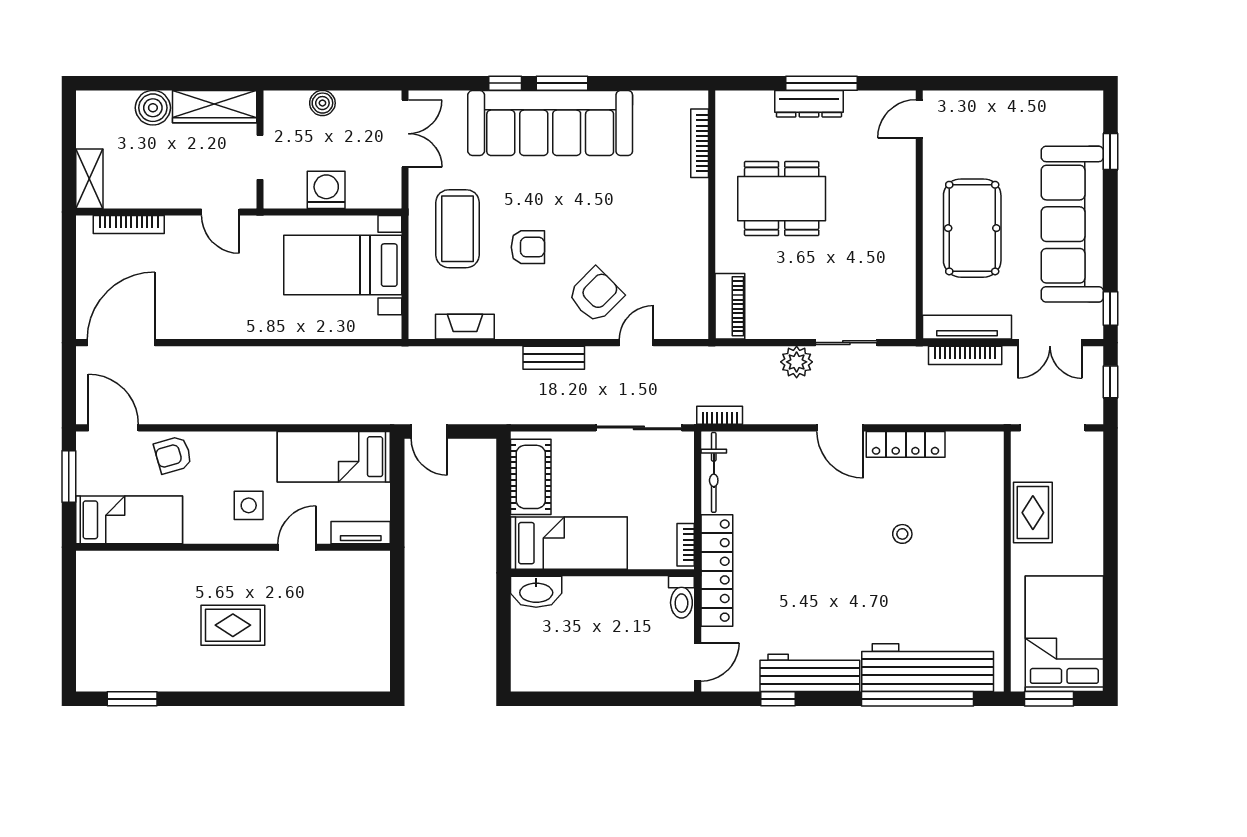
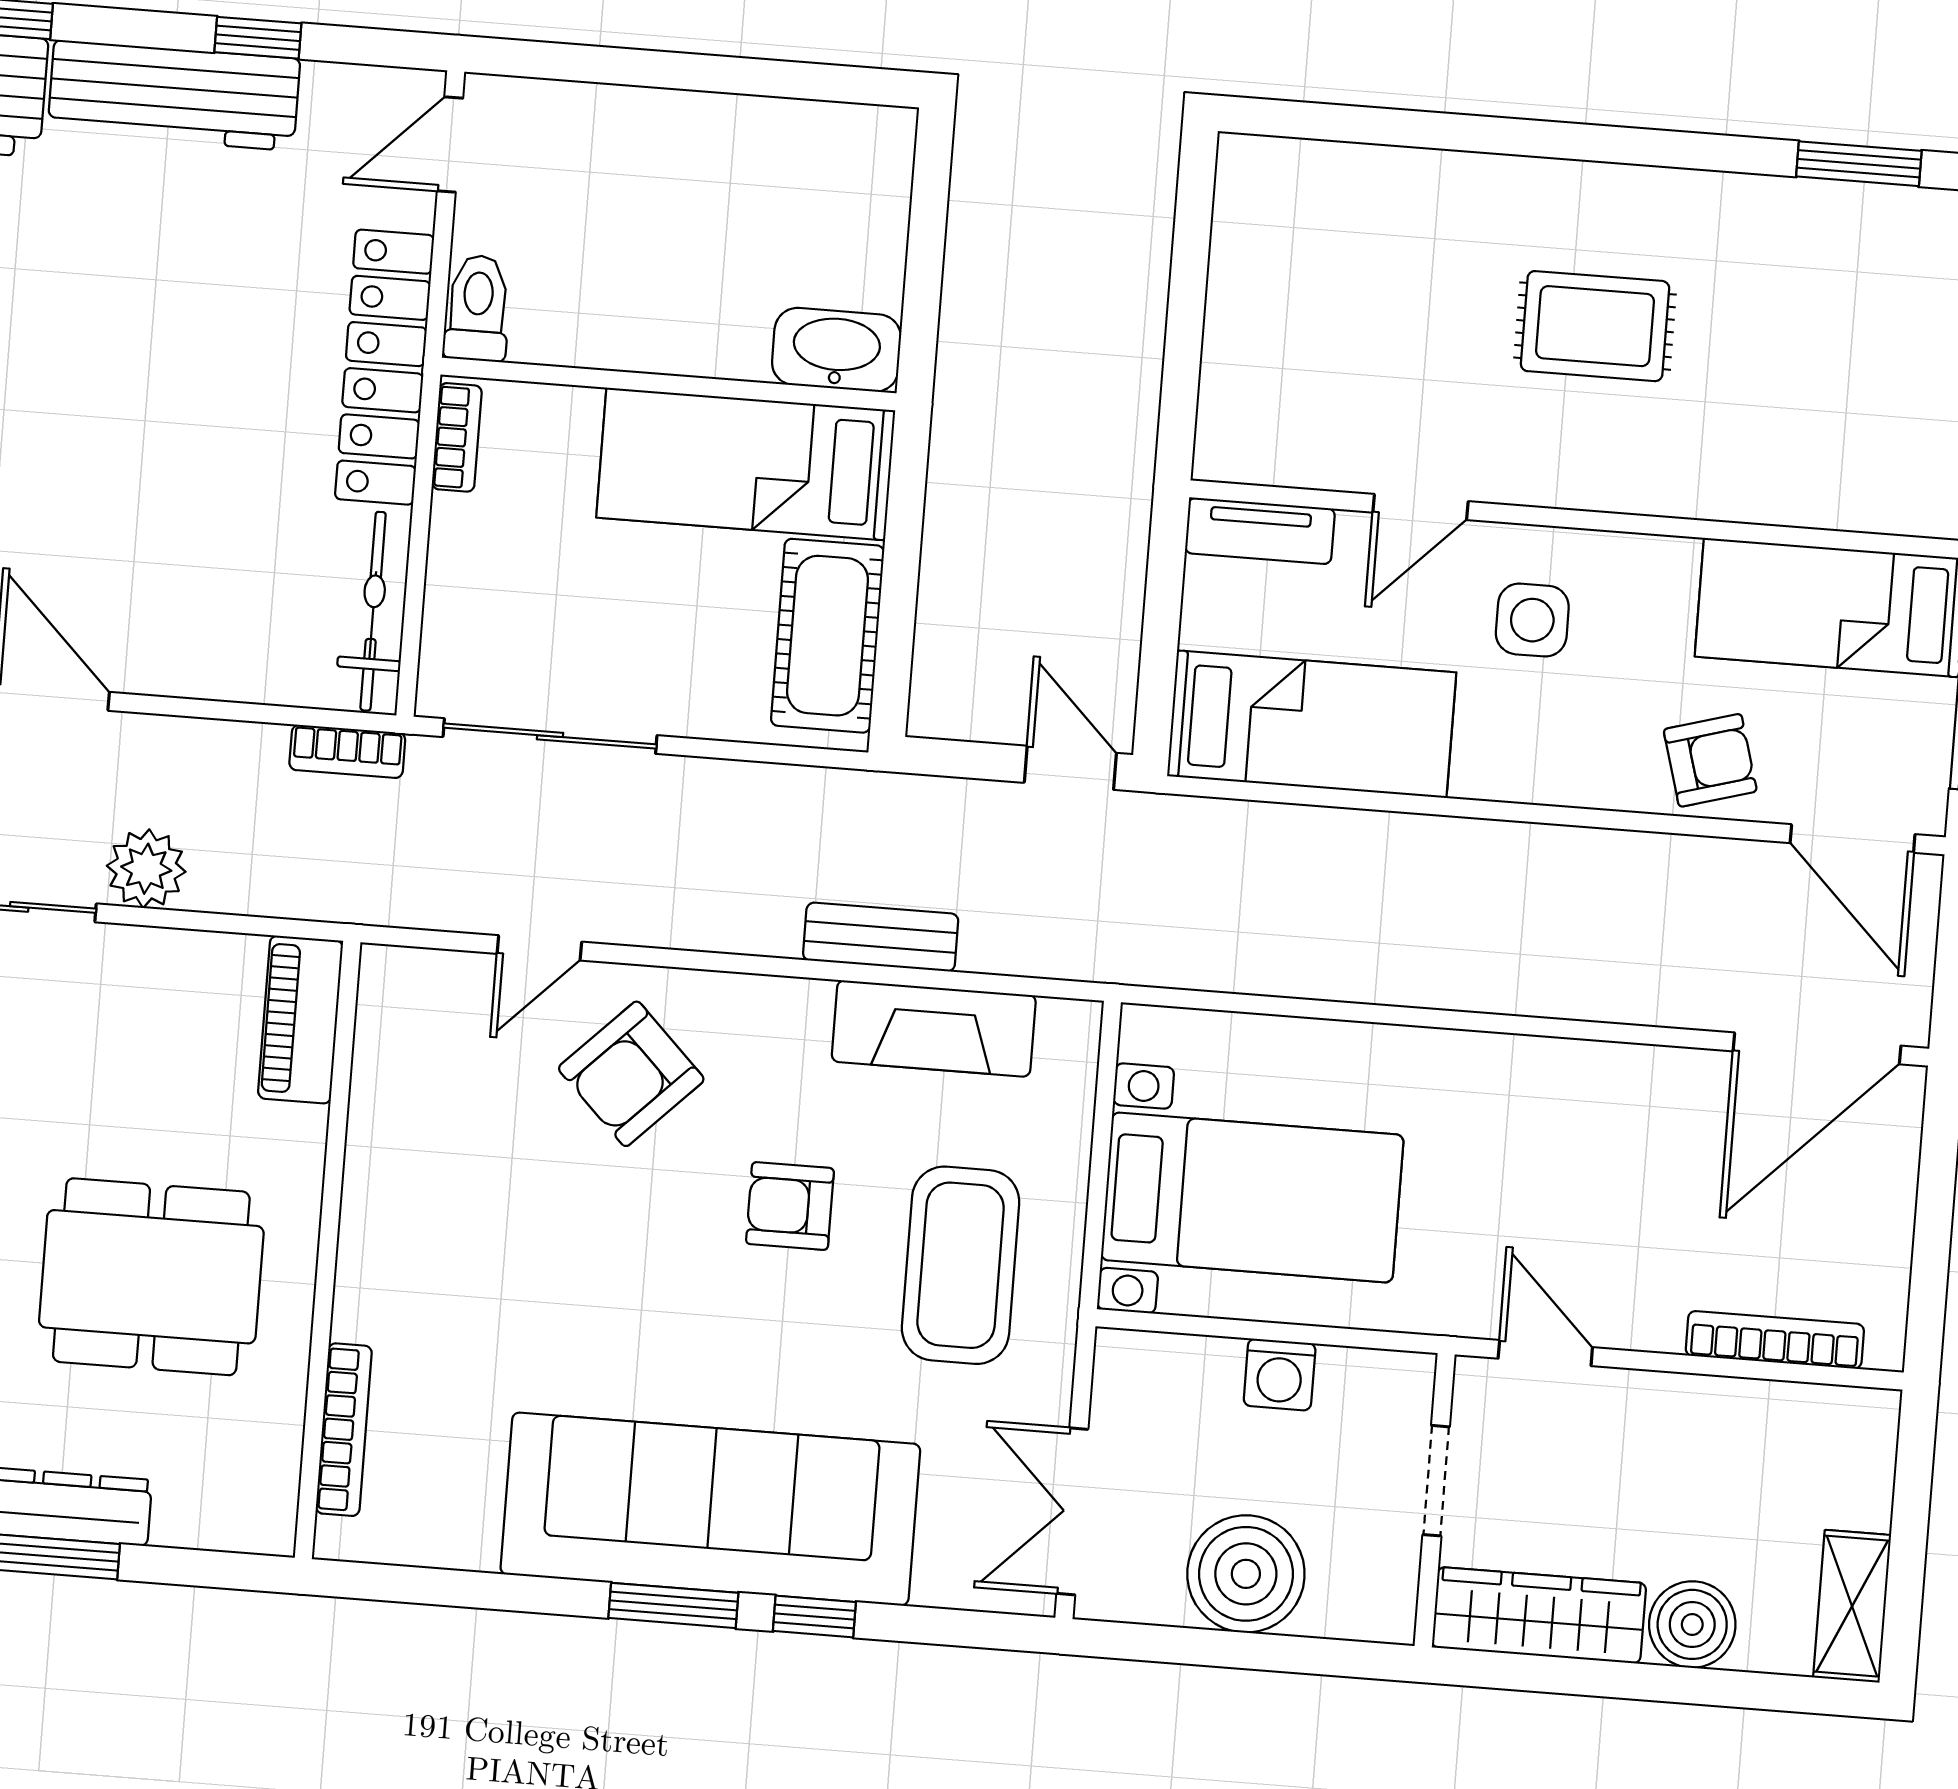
boiler: (322, 103) -> (1246, 1574), width x1.86, depth x1.86
shelving: (89, 179) -> (1852, 1606), moved
washing machine: (326, 190) -> (1280, 1374), width x0.73, depth x0.73
fireplace: (465, 327) -> (934, 1028), width x1.37, depth x1.32
bench: (554, 358) -> (881, 937), moved

